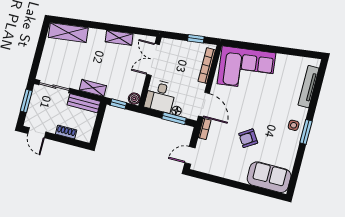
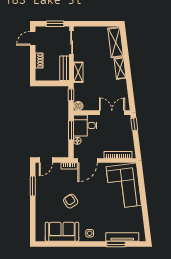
shelving: (119, 38) -> (120, 68), moved
window: (196, 39) -> (134, 124), moved
window: (174, 118) -> (71, 130), moved
window: (306, 132) -> (116, 244), moved
door: (190, 155) -> (46, 160), swing flipped
sofa: (269, 177) -> (62, 232), moved, turned -90
window: (218, 180) -> (33, 186), added

